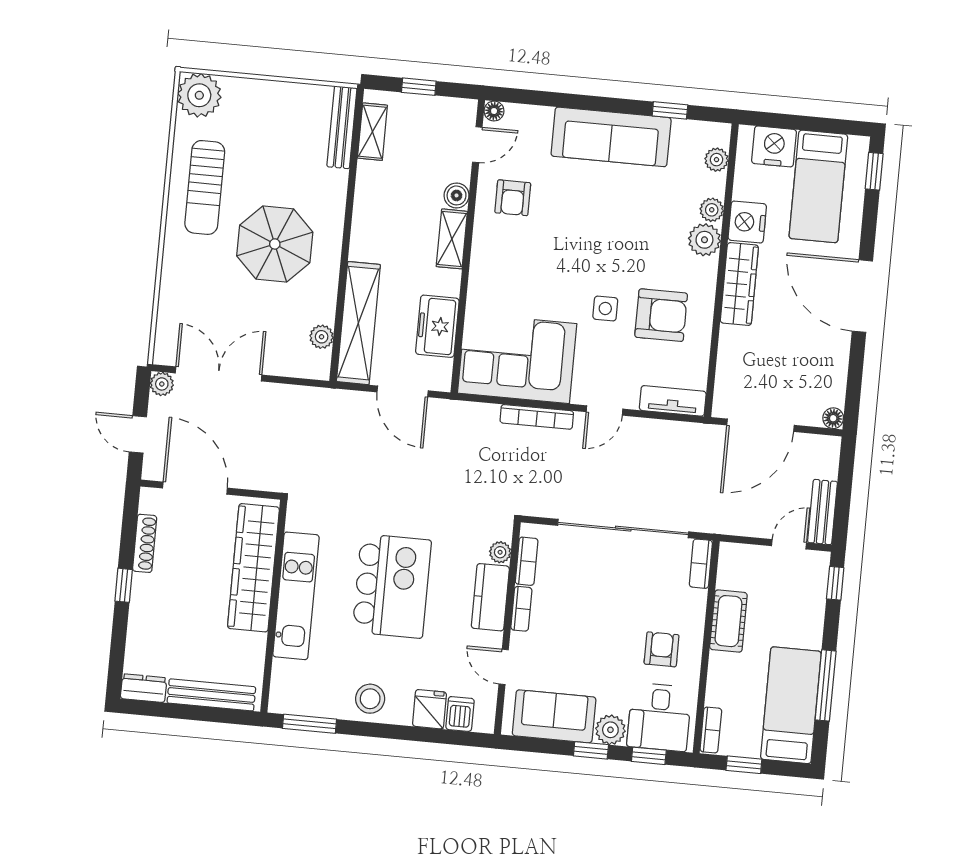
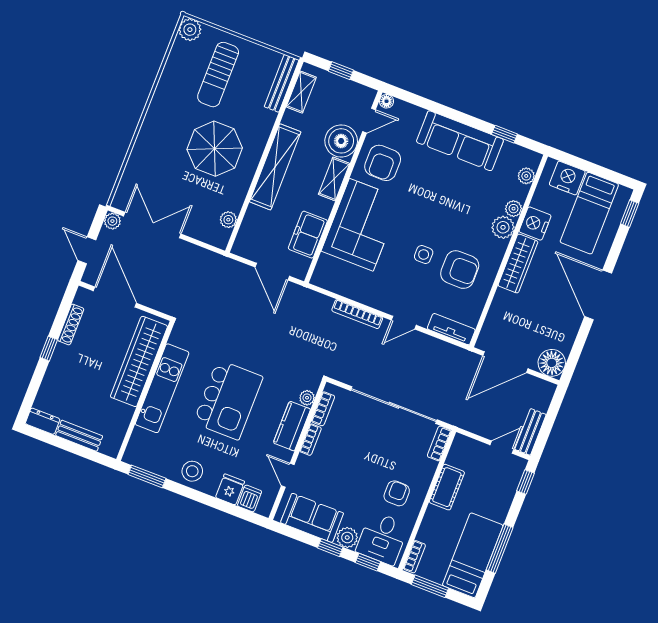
plant: (199, 95) -> (190, 30), width x0.73, depth x0.73
sun lounger: (205, 187) -> (218, 75), moved
boiler: (457, 195) -> (341, 141), width x1.86, depth x1.86
armchair: (513, 198) -> (383, 163), width x1.38, depth x1.38
shelving: (358, 323) -> (275, 167), moved
corner sofa: (517, 358) -> (361, 225), moved, turned 90
floor lamp: (833, 418) -> (552, 363), width x1.89, depth x1.89
bench: (211, 695) -> (79, 436), width x0.73
window: (744, 765) -> (430, 586), width x1.50

